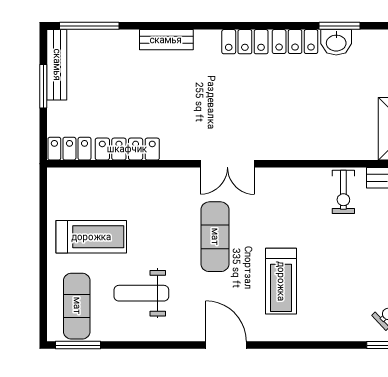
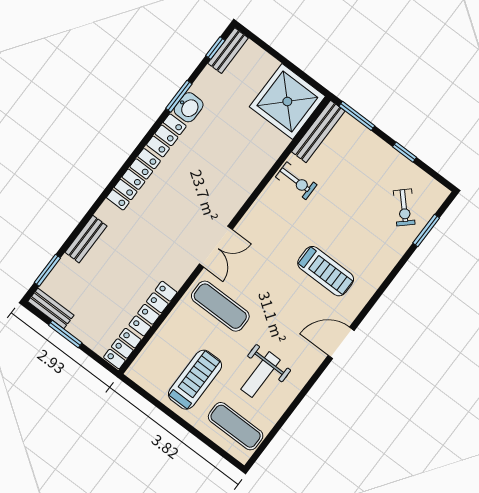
window: (89, 26) -> (47, 270), width x0.69
bench: (166, 40) -> (86, 239), moved
locker: (245, 42) -> (133, 179), width x1.53
bench: (57, 65) -> (51, 308), width x0.73
exercise mat: (215, 237) -> (220, 306), moved
window: (78, 345) -> (263, 446), removed

